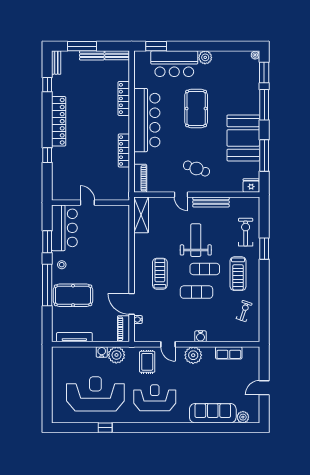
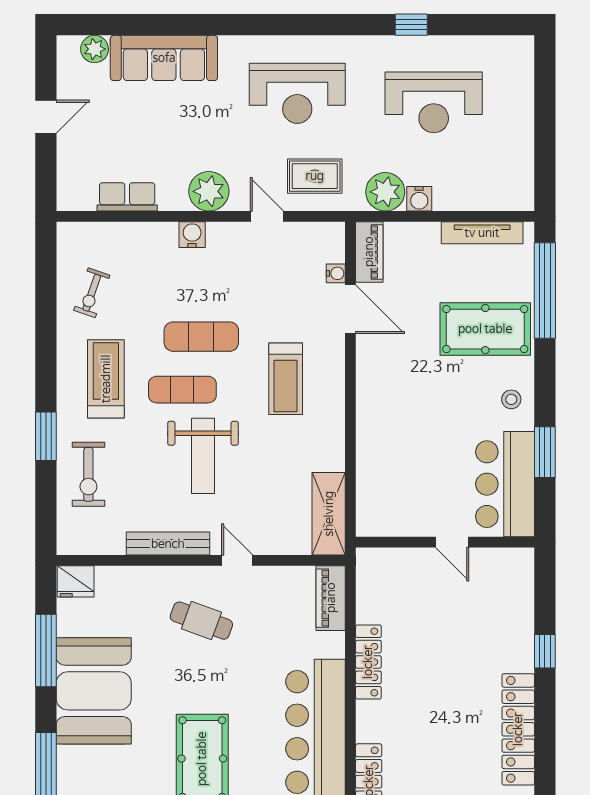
window: (47, 285) -> (545, 290), moved
rug: (147, 362) -> (315, 176), turned 90
reception desk: (95, 394) -> (434, 102), width x0.74, depth x0.77

